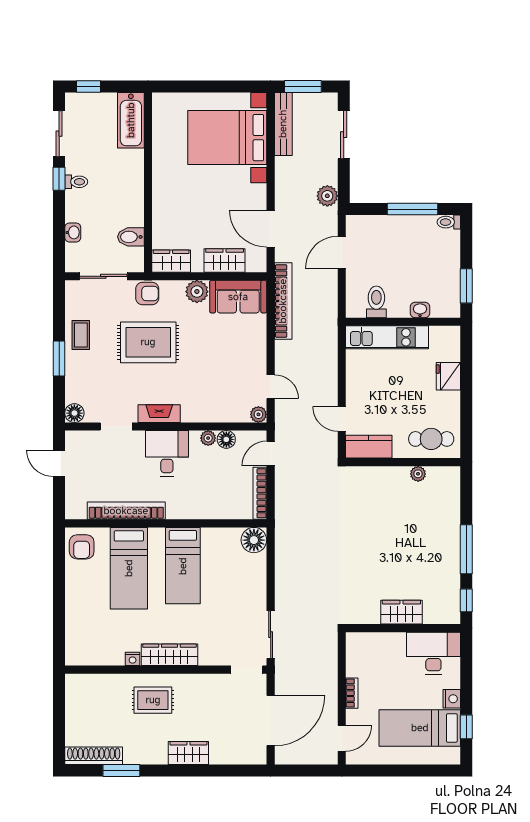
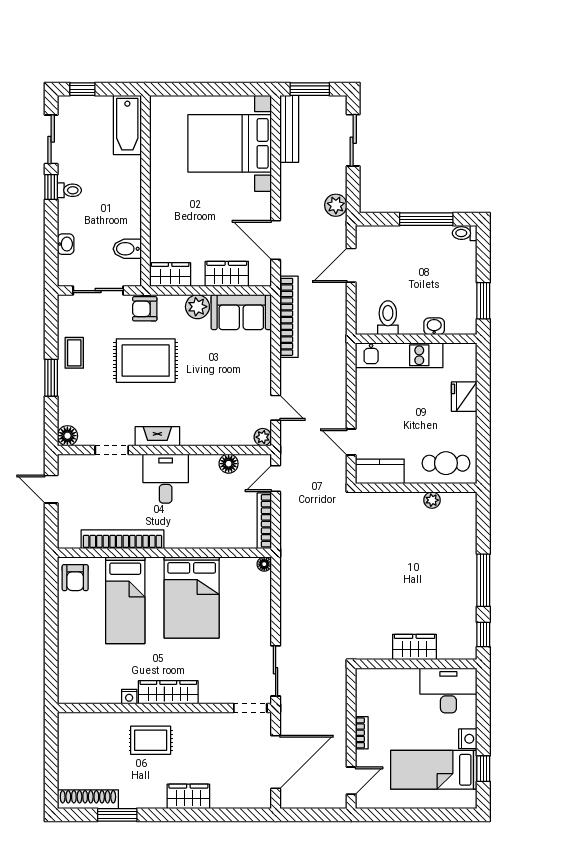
armchair: (147, 293) -> (145, 309), turned 180
plant: (208, 438) -> (209, 462), removed
floor lamp: (254, 540) -> (264, 564), width x0.53, depth x0.53
bed: (183, 566) -> (192, 598), width x1.50

